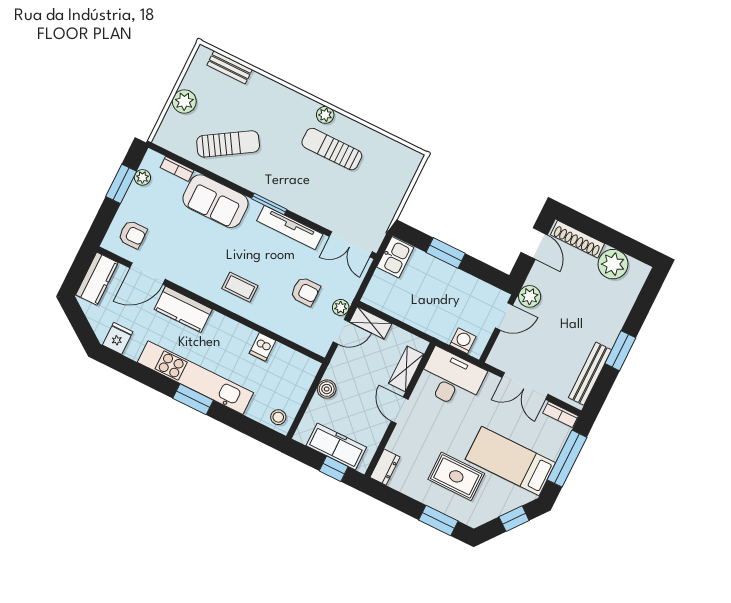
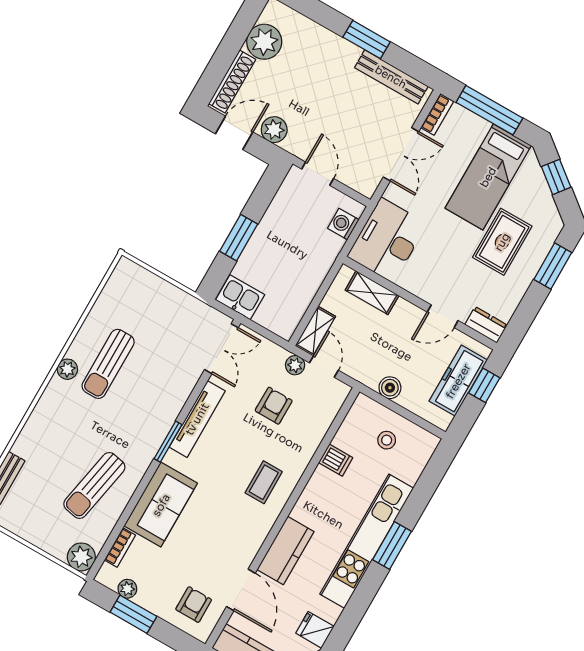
plant: (184, 101) -> (81, 557), moved
sun lounger: (228, 144) -> (94, 485), turned -137
plant: (530, 296) -> (274, 130), moved
door: (400, 410) -> (443, 316), moved
stool: (278, 417) -> (387, 440), moved

